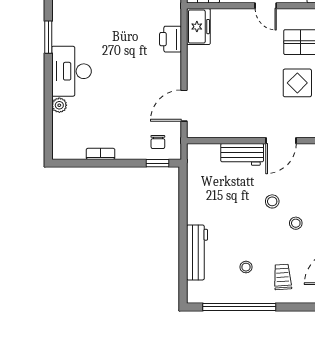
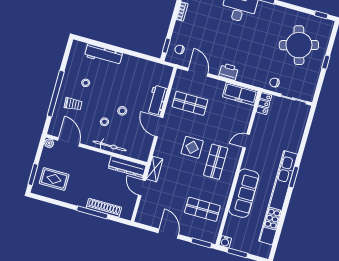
freezer: (198, 27) -> (240, 94), width x1.40
printer: (170, 39) -> (229, 72), moved
shop shelf: (233, 104) -> (190, 103), added
window: (239, 307) -> (56, 94), moved

